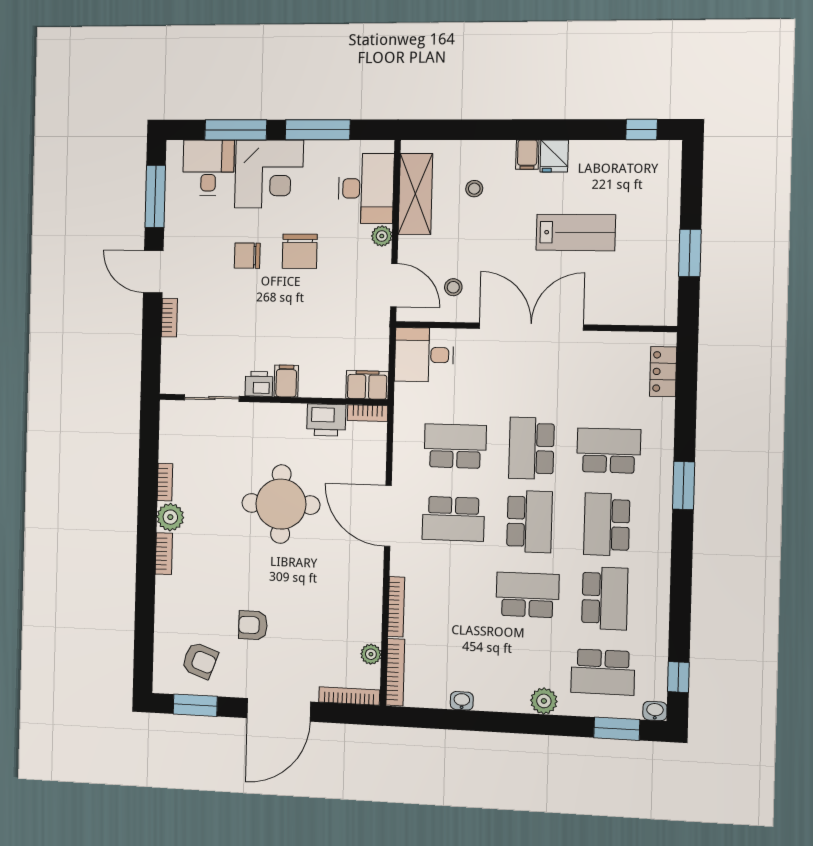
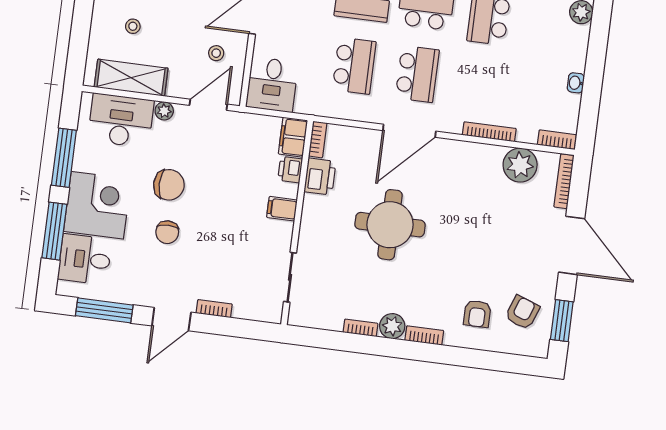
printer: (259, 384) -> (290, 170), moved
school desk: (455, 446) -> (354, 66), turned 180
armchair: (253, 625) -> (477, 314), moved
plant: (371, 654) -> (520, 165), width x1.88, depth x1.88
bookcase: (395, 672) -> (557, 140), width x0.64

